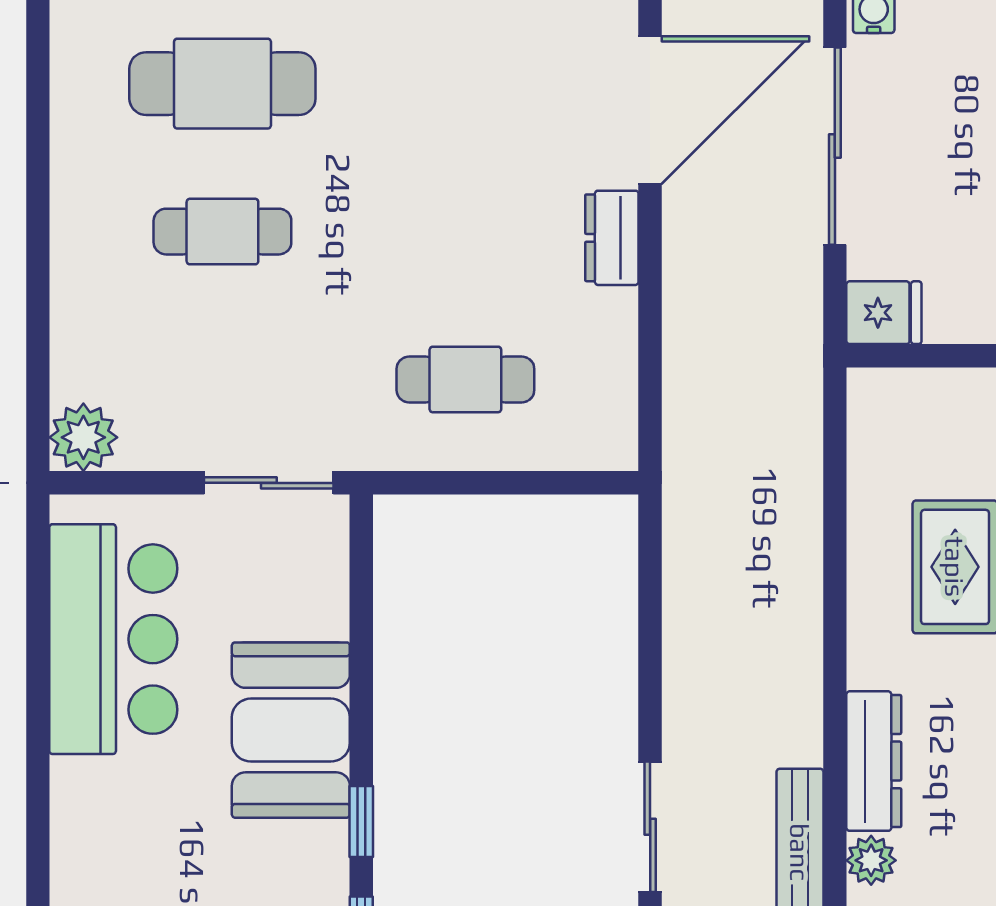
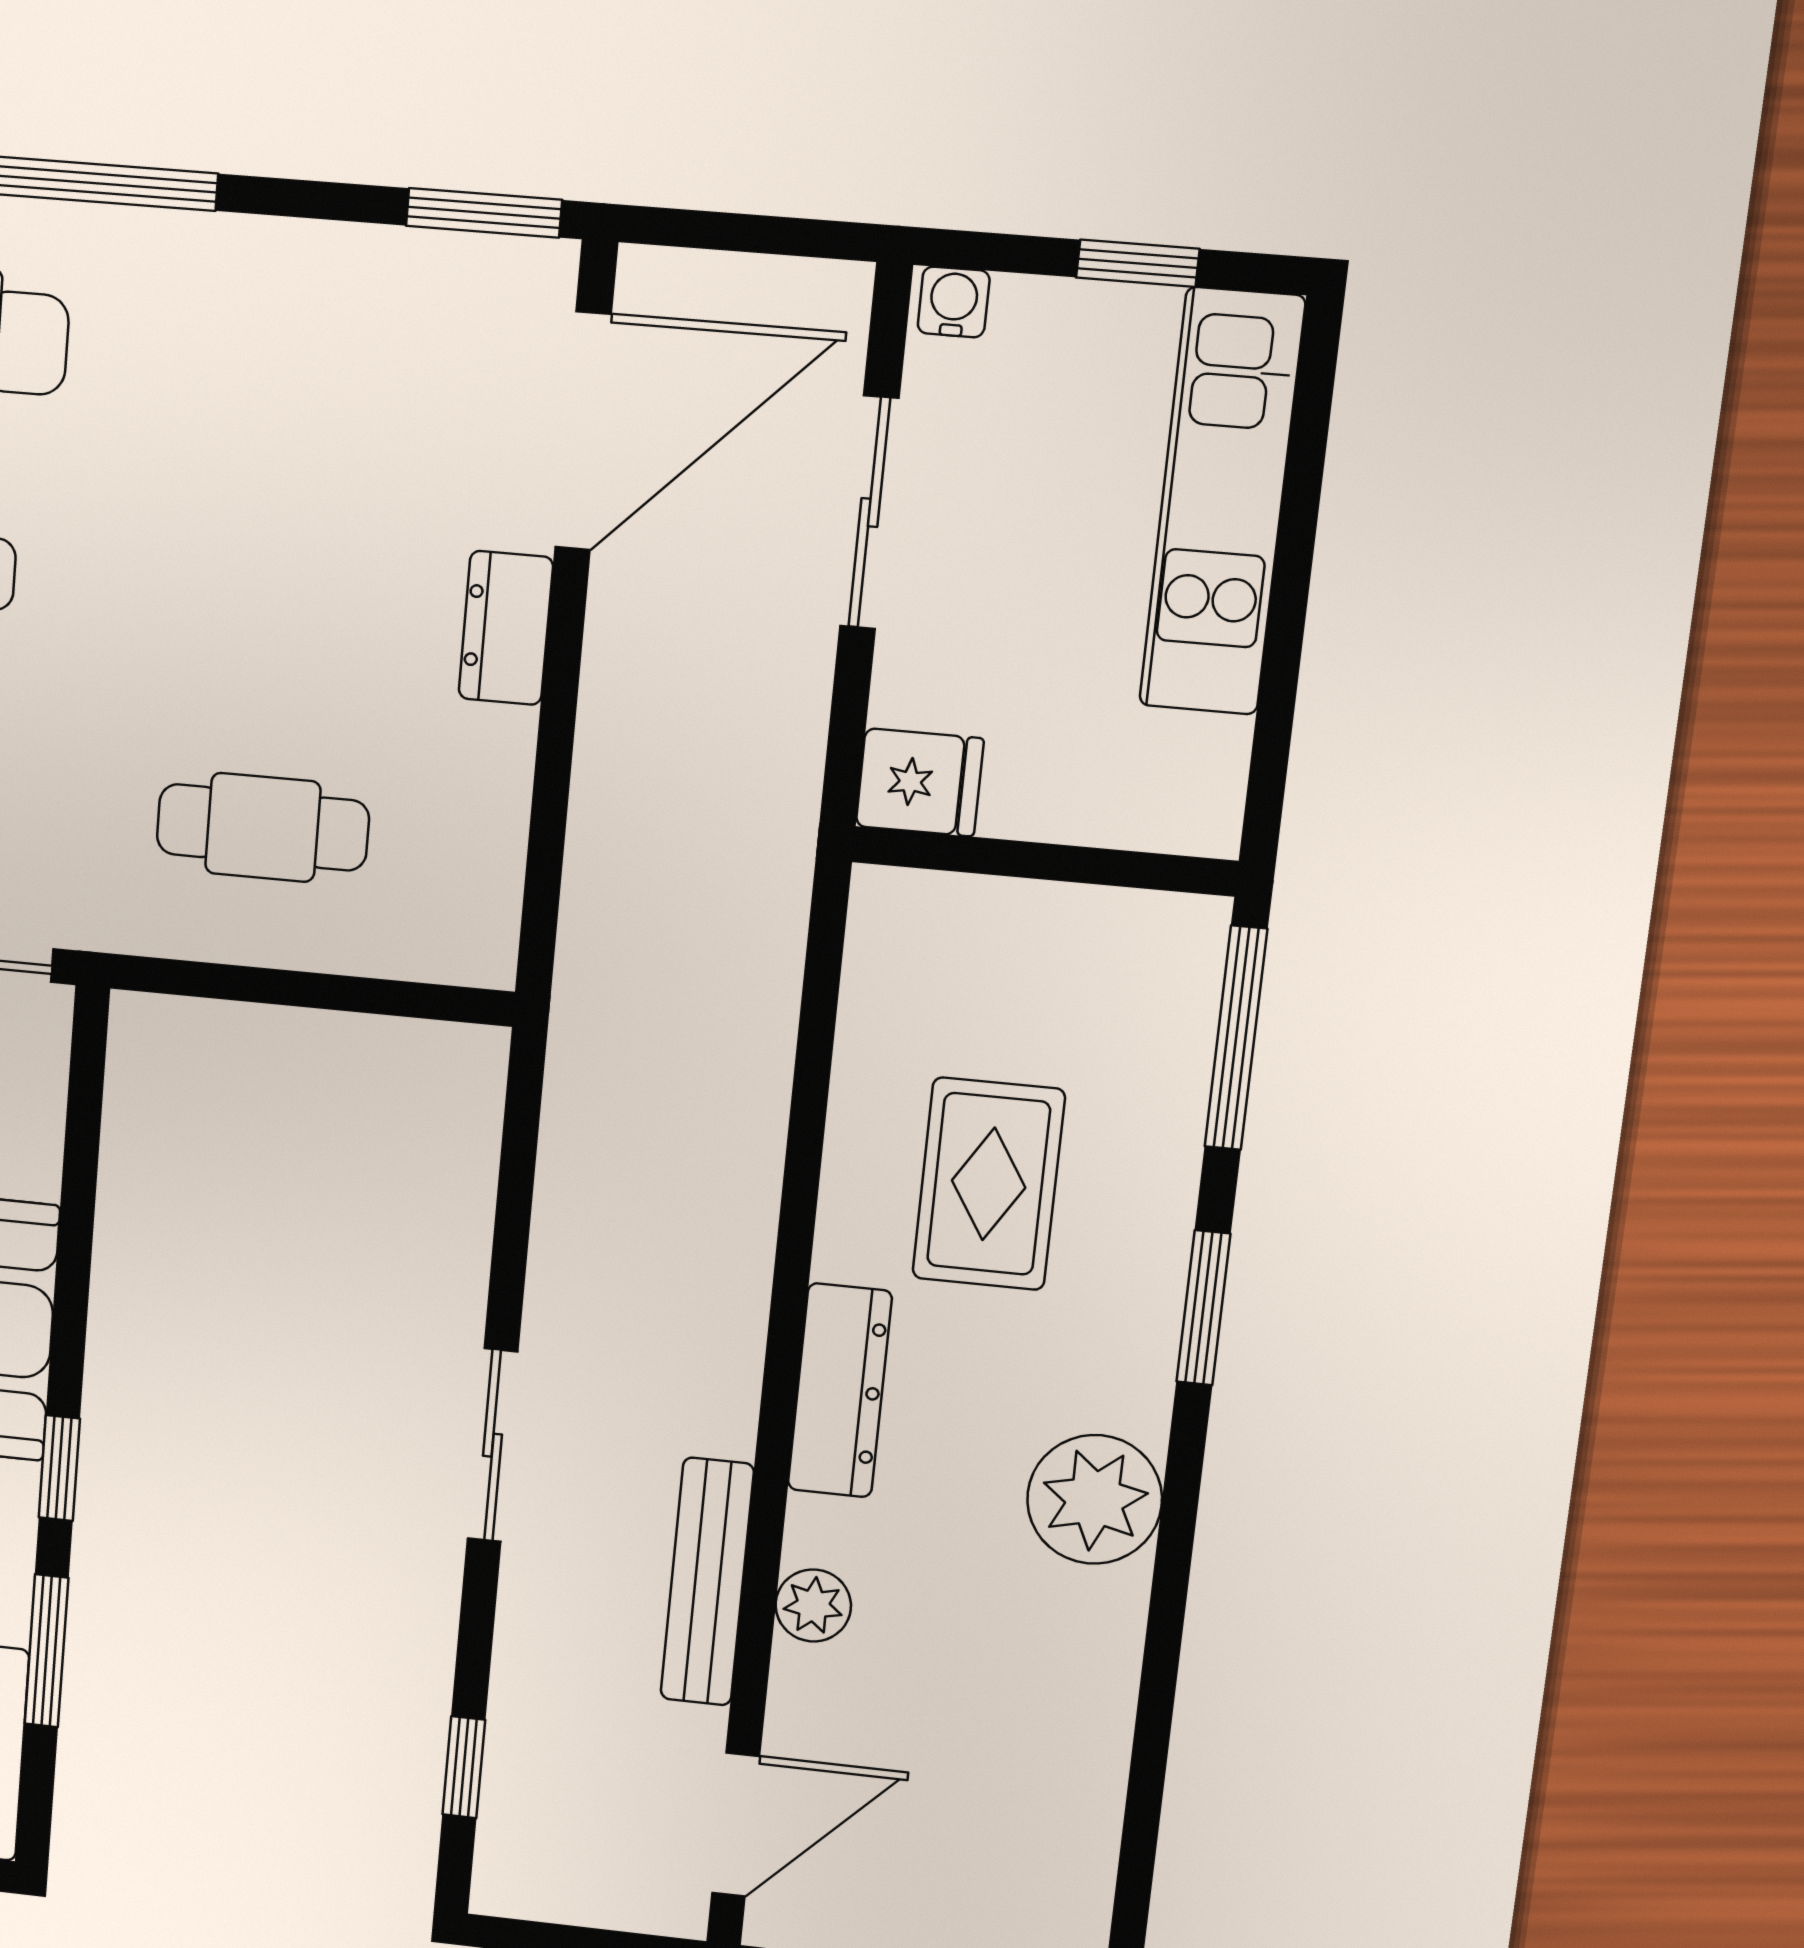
sliding door: (835, 146) -> (869, 512), width x0.73
dresser: (874, 761) -> (840, 1390), moved
sliding door: (650, 827) -> (493, 1445), moved

